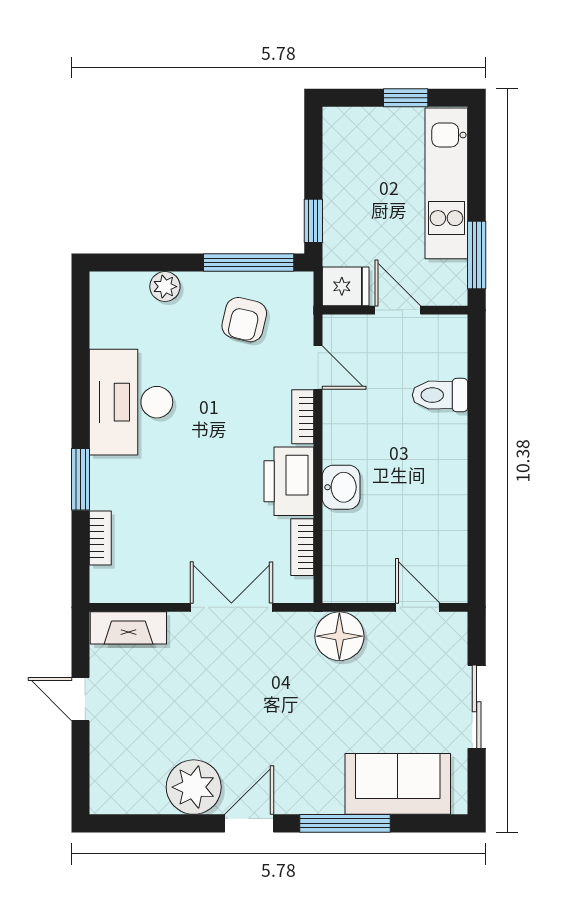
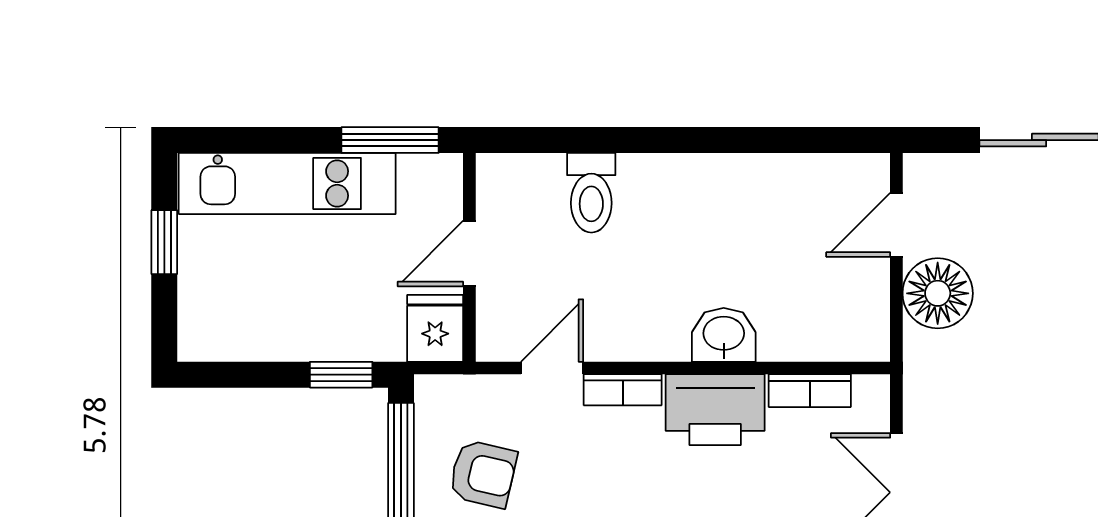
floor lamp: (339, 636) -> (938, 293), moved

